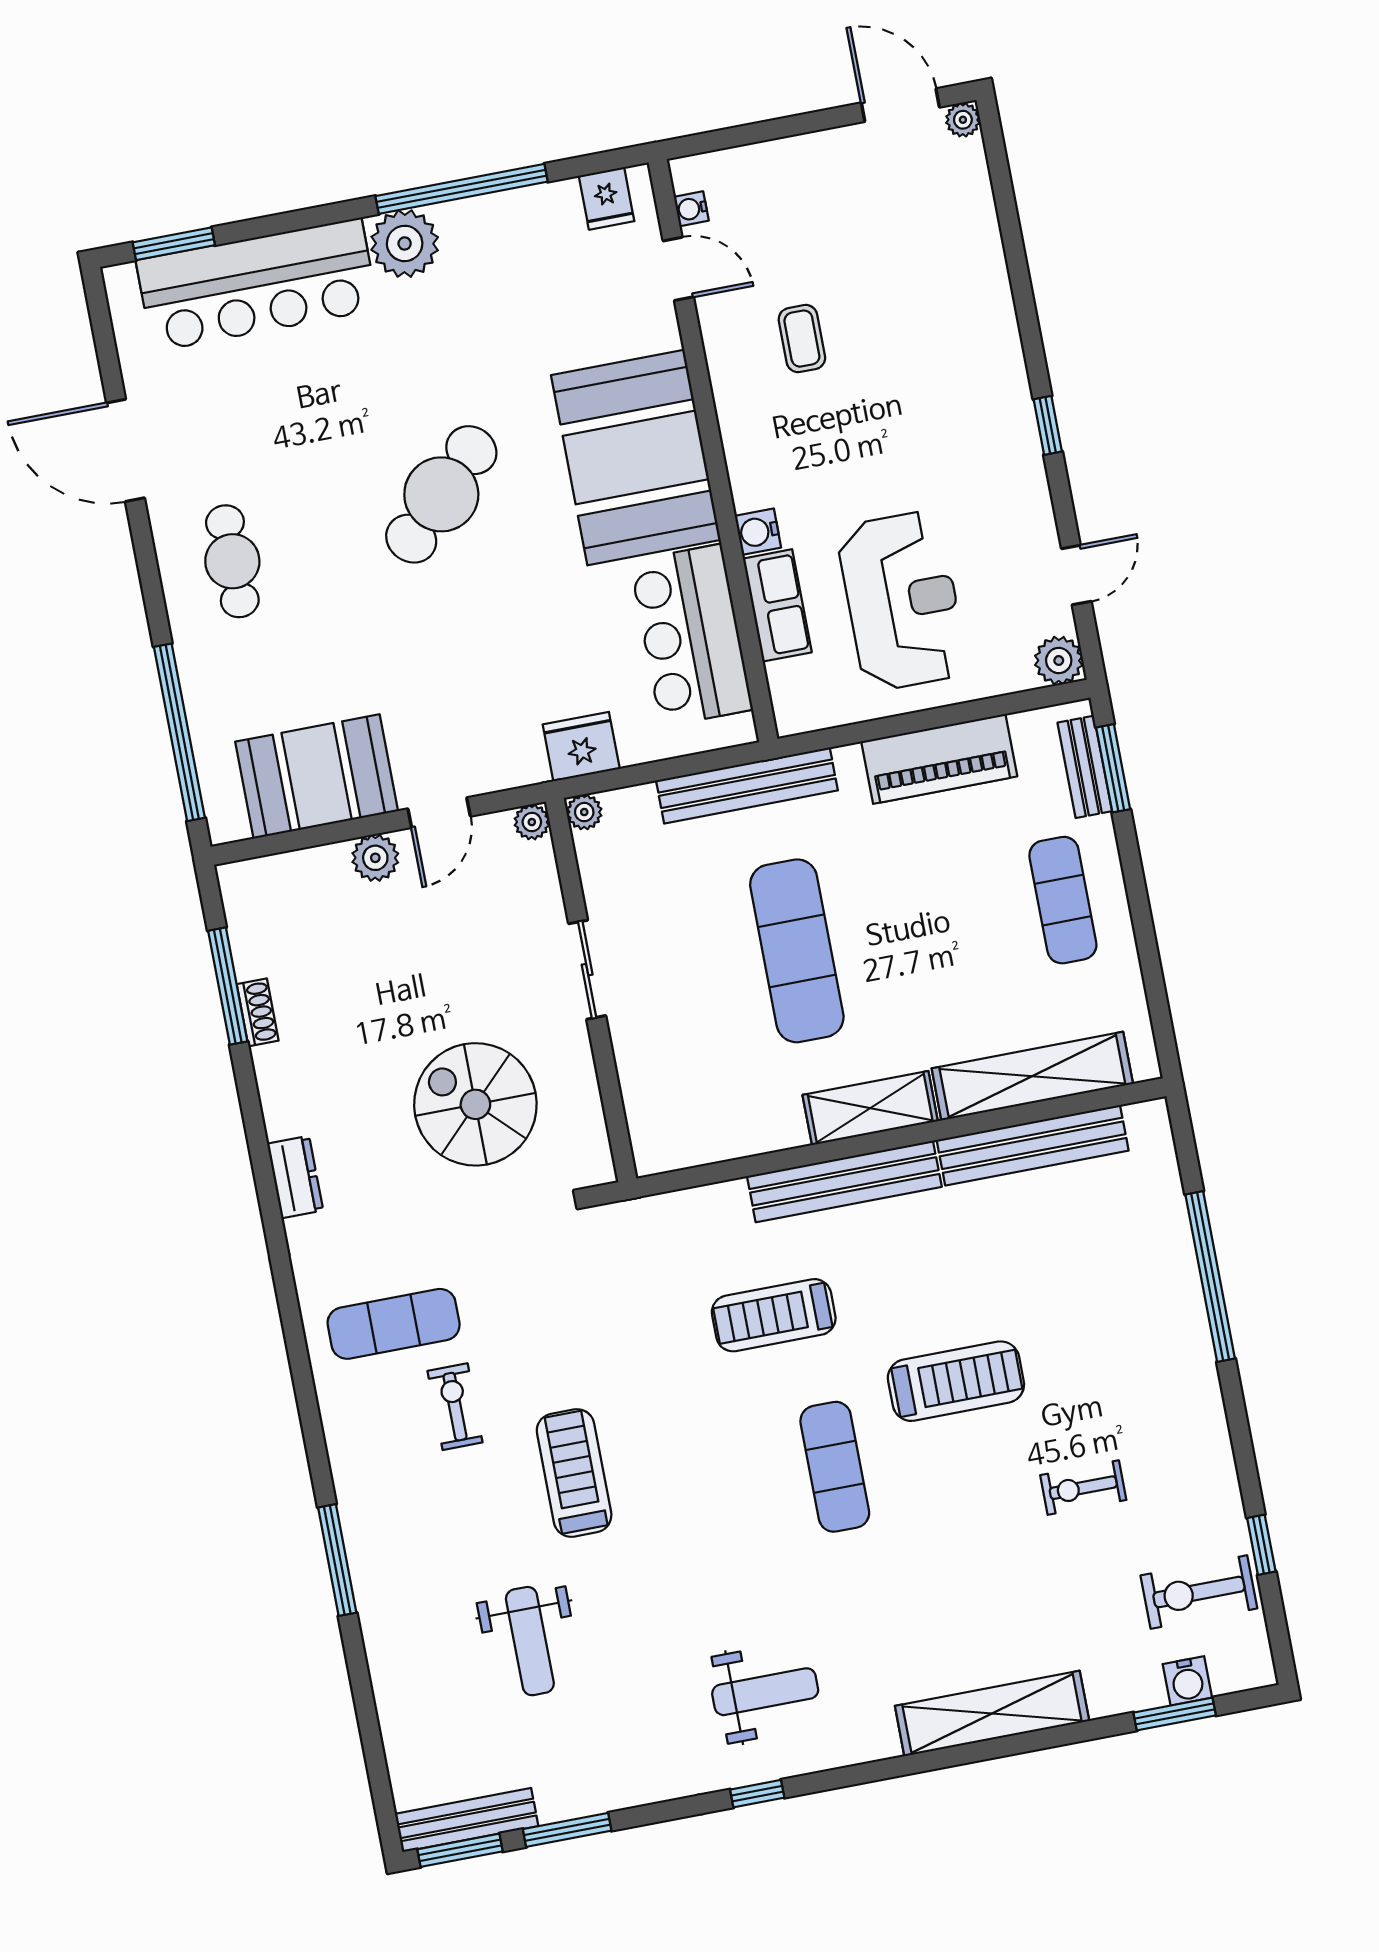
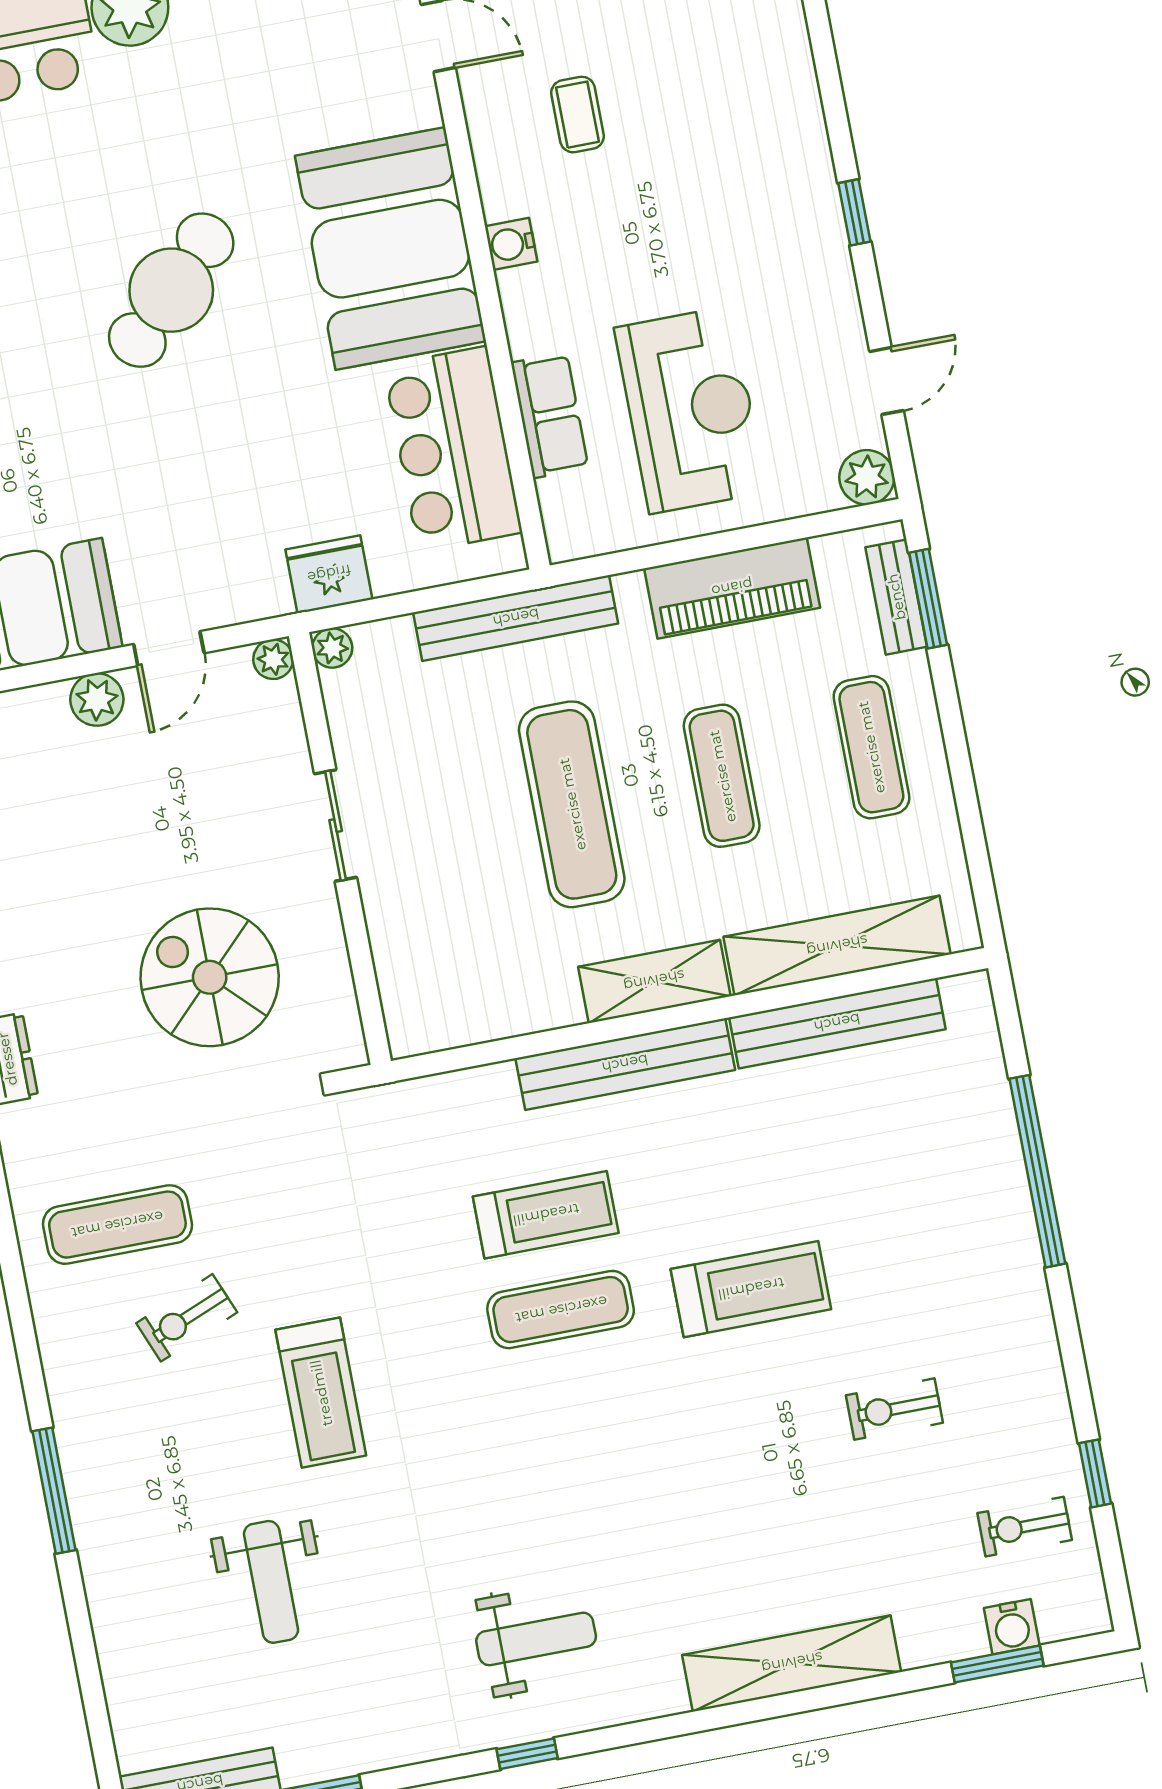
water cooler: (758, 532) -> (511, 244), moved
exercise mat: (930, 925) -> (722, 776), added
treadmill: (774, 1315) -> (546, 1215), turned 180
exercise bike: (455, 1407) -> (187, 1318), turned -112
exercise mat: (835, 1467) -> (561, 1310), moved, turned 90
treadmill: (574, 1473) -> (321, 1393), turned 180
exercise bike: (1199, 1592) -> (1025, 1527), width x0.73, depth x0.72

